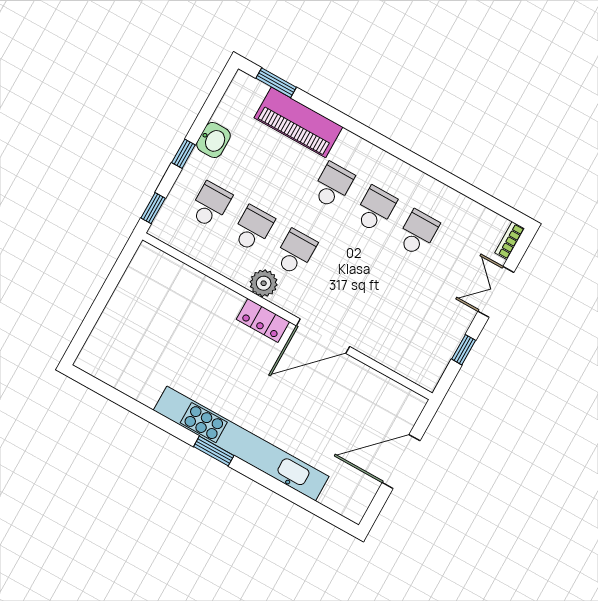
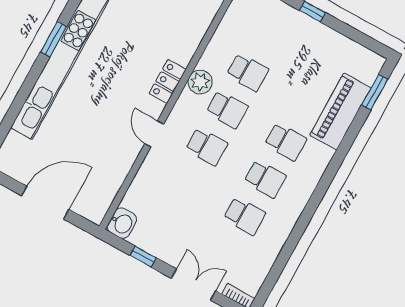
washbasin: (213, 140) -> (122, 223), moved, turned -90
school desk: (210, 205) -> (207, 147), moved
door: (323, 336) -> (154, 134), width x0.53
door: (401, 462) -> (45, 203), hinge flipped

